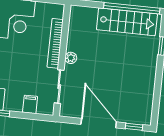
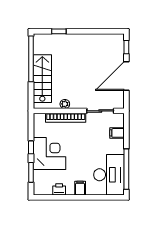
stairs: (127, 22) -> (42, 79), moved
plant: (71, 58) -> (65, 104), moved

